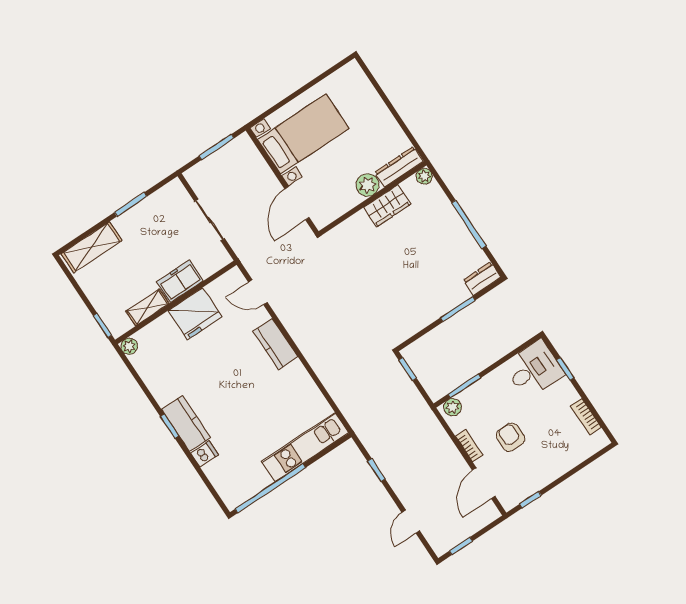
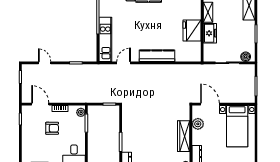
plant: (368, 185) -> (198, 124), moved
boiler: (179, 197) -> (246, 57), added
wardrobe: (387, 206) -> (184, 136), width x1.50
door: (258, 292) -> (124, 63), moved
kitchen counter: (275, 344) -> (157, 56), width x1.50

